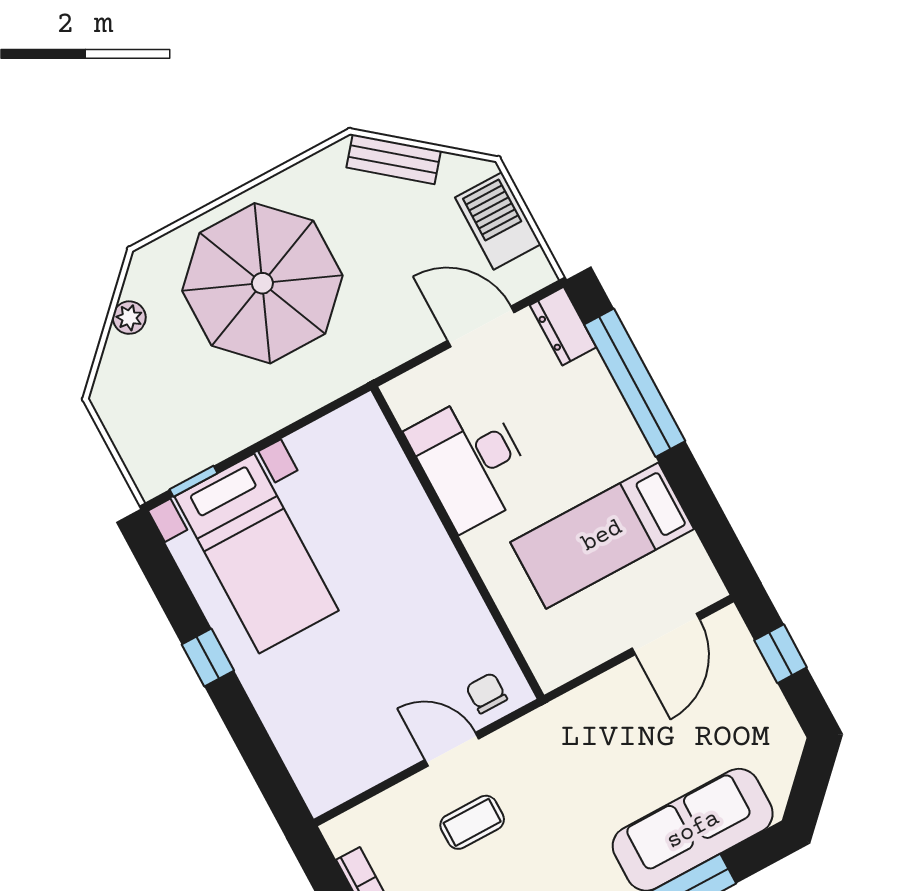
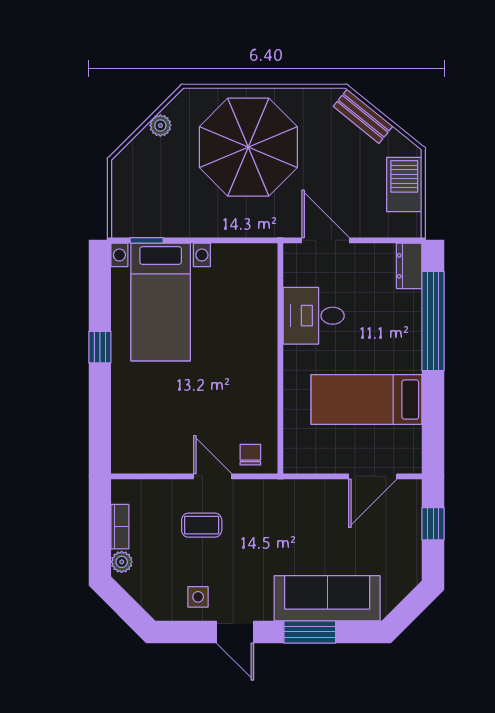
door: (481, 327) -> (326, 240), moved
desk: (471, 462) -> (314, 316), width x0.73

